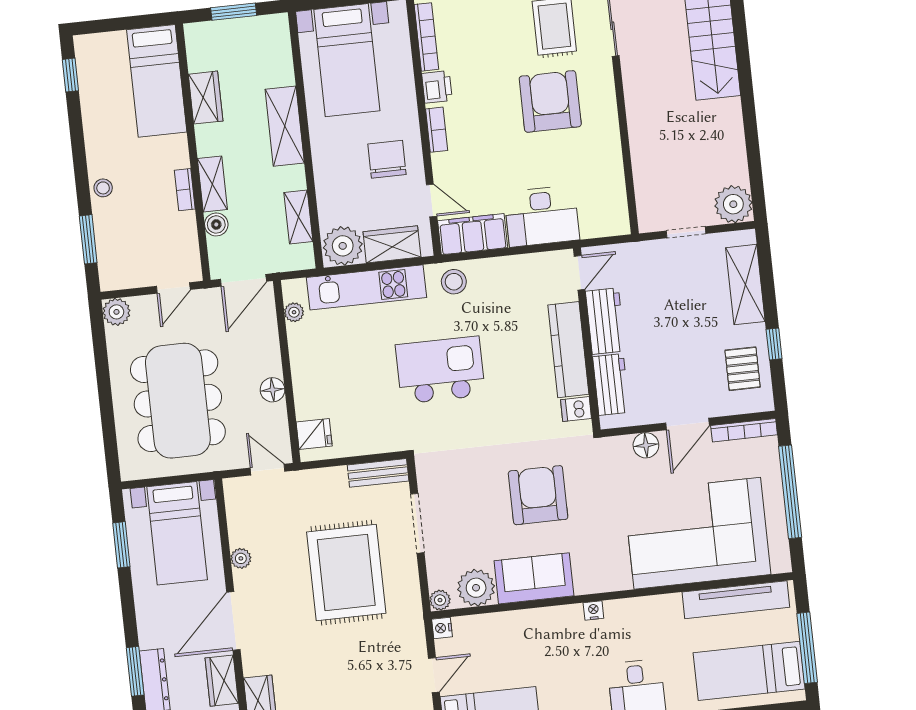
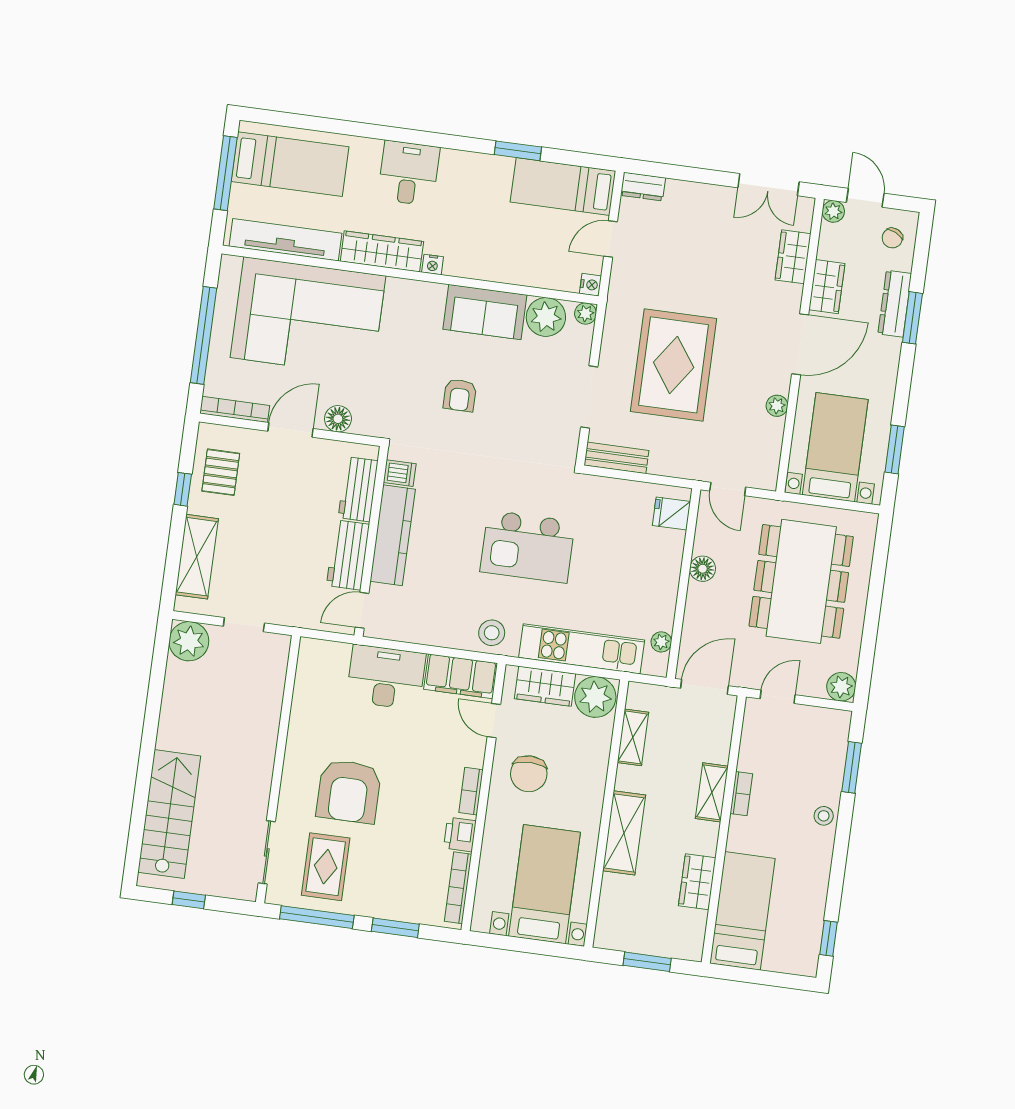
boiler: (216, 224) -> (718, 750), removed
armchair: (538, 495) -> (460, 395), width x0.53, depth x0.53
wardrobe: (644, 611) -> (382, 251), added

